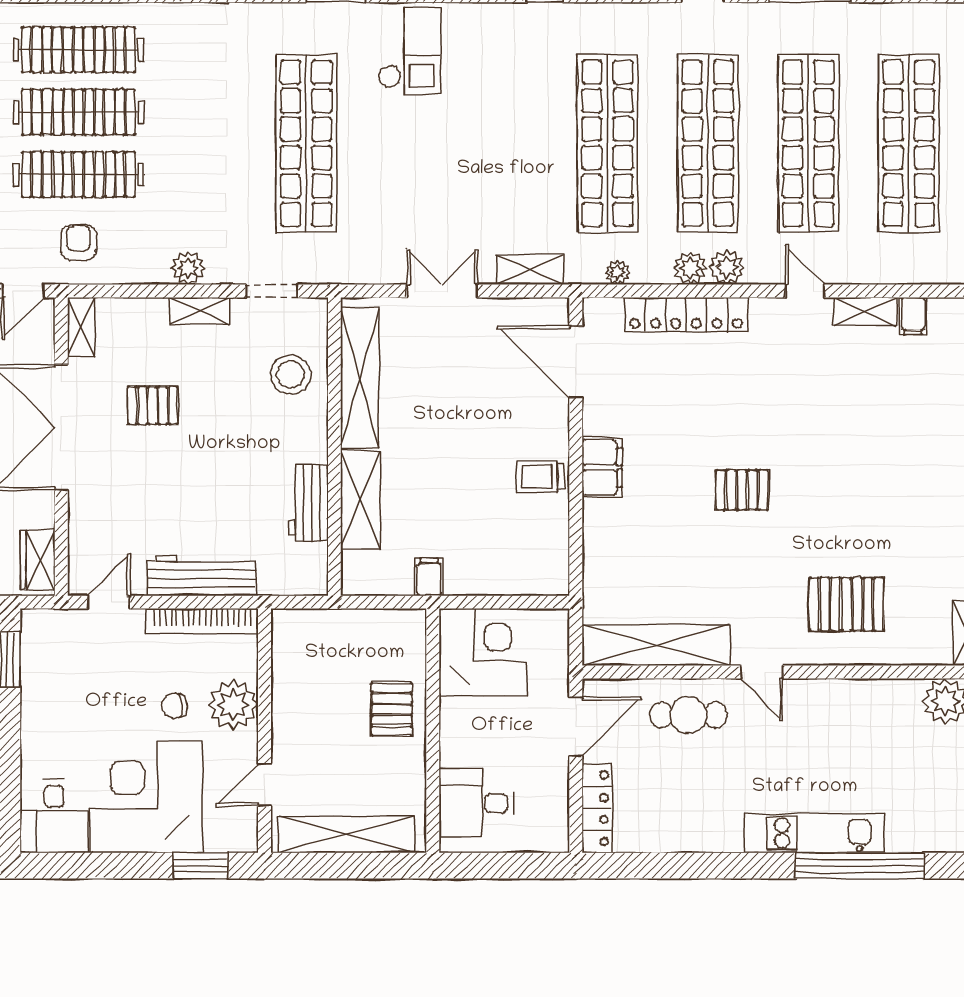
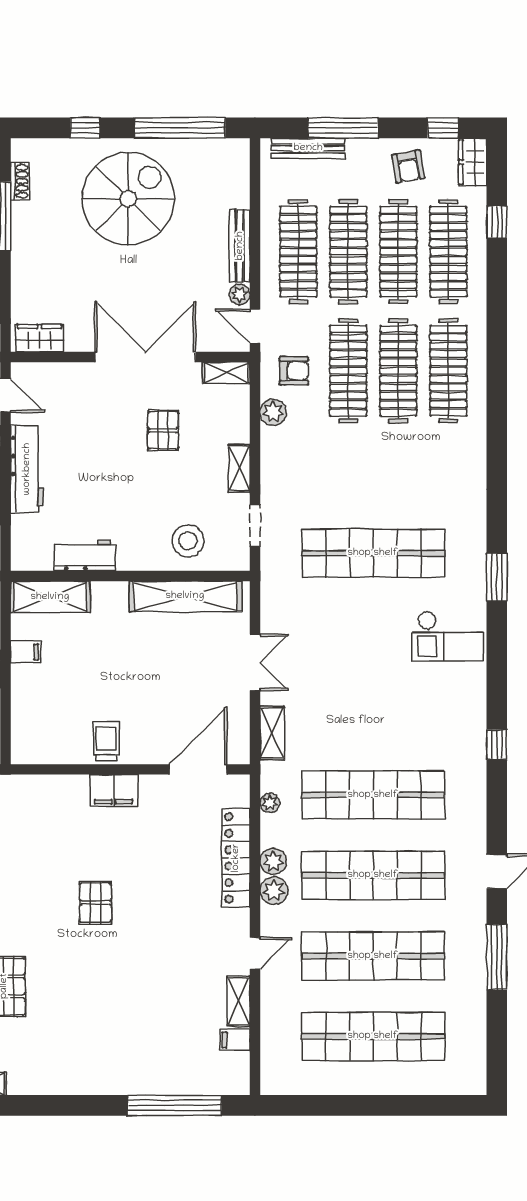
plant: (188, 268) -> (273, 412), moved
shelving: (361, 500) -> (50, 597), moved

